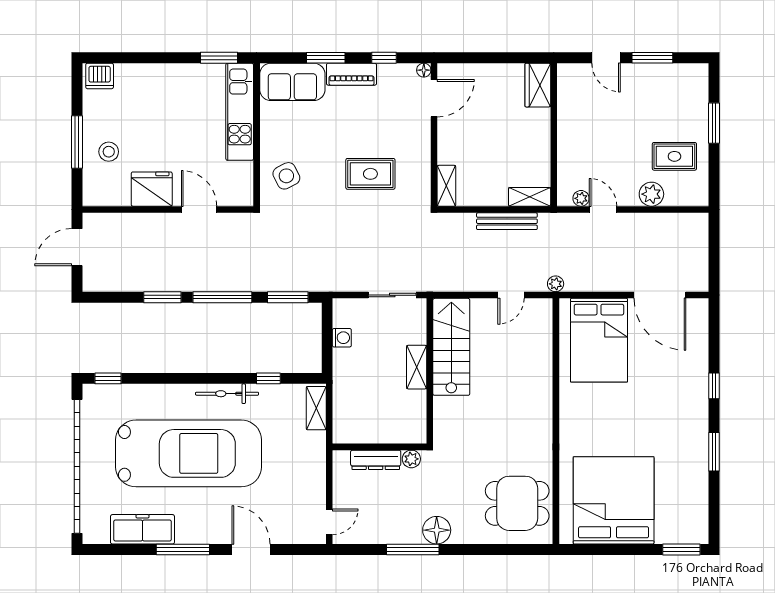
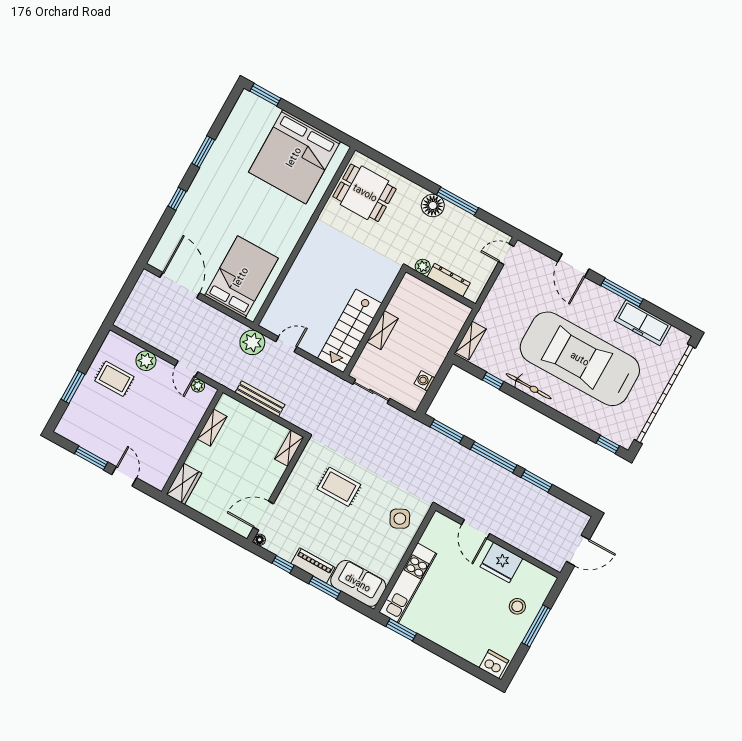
shelving: (530, 197) -> (212, 428), moved, turned 90
plant: (556, 284) -> (252, 342), width x1.88, depth x1.88

